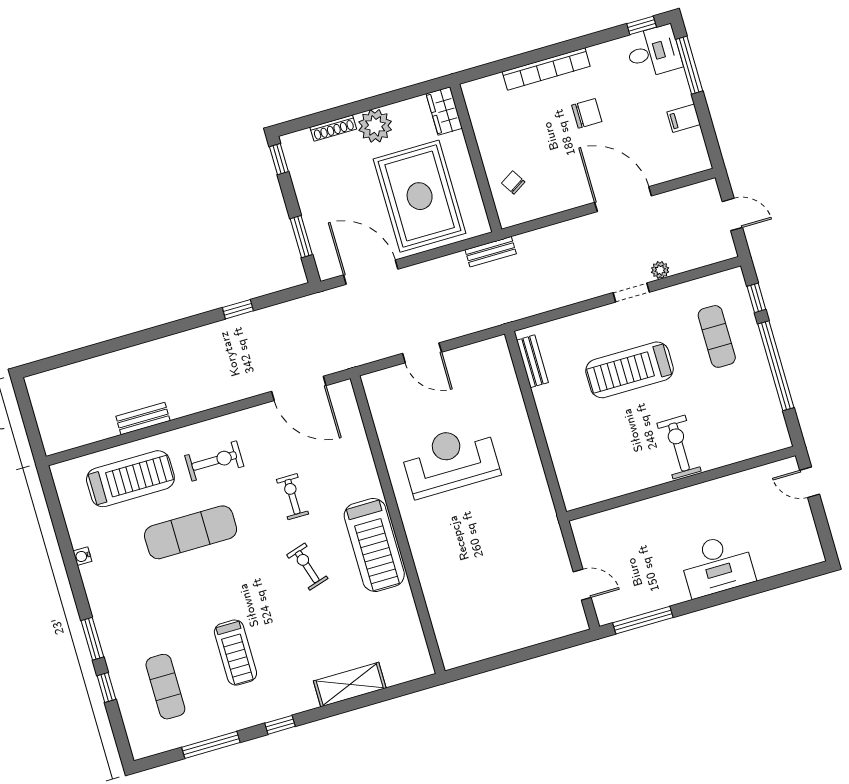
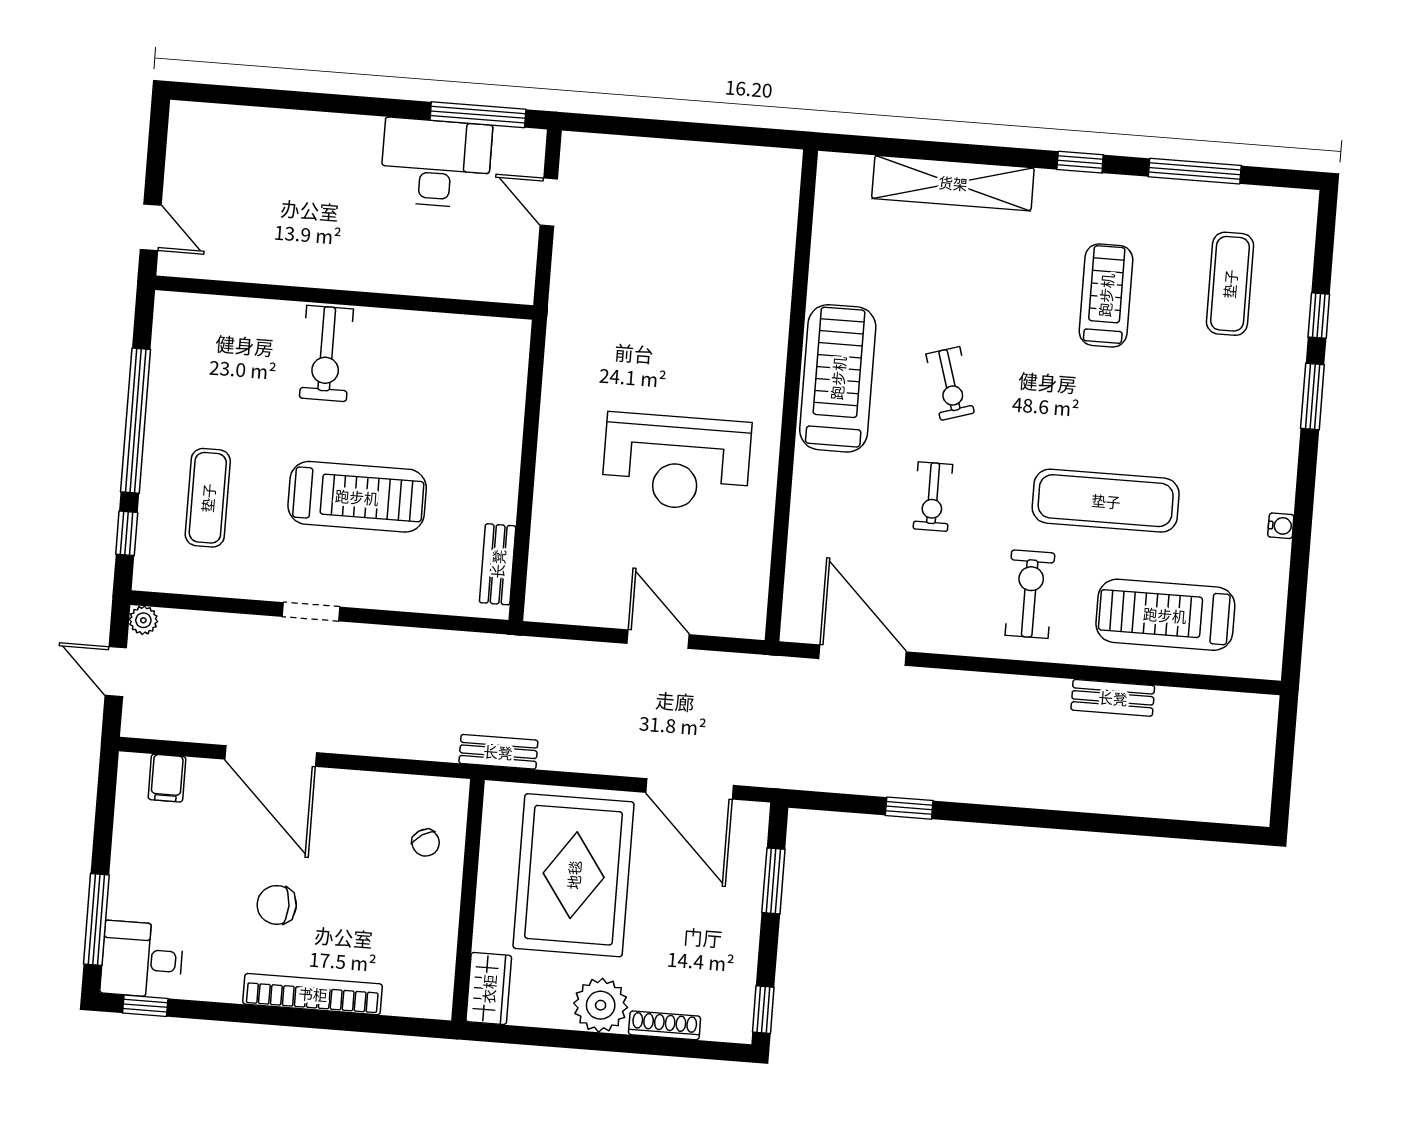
filing cabinet: (684, 118) -> (167, 778), moved, turned 90
plant: (660, 270) -> (143, 620), moved
exercise bike: (214, 461) -> (1030, 594), turned 90
desk: (717, 565) -> (436, 163), moved
shelving: (350, 685) -> (953, 183), width x1.47

